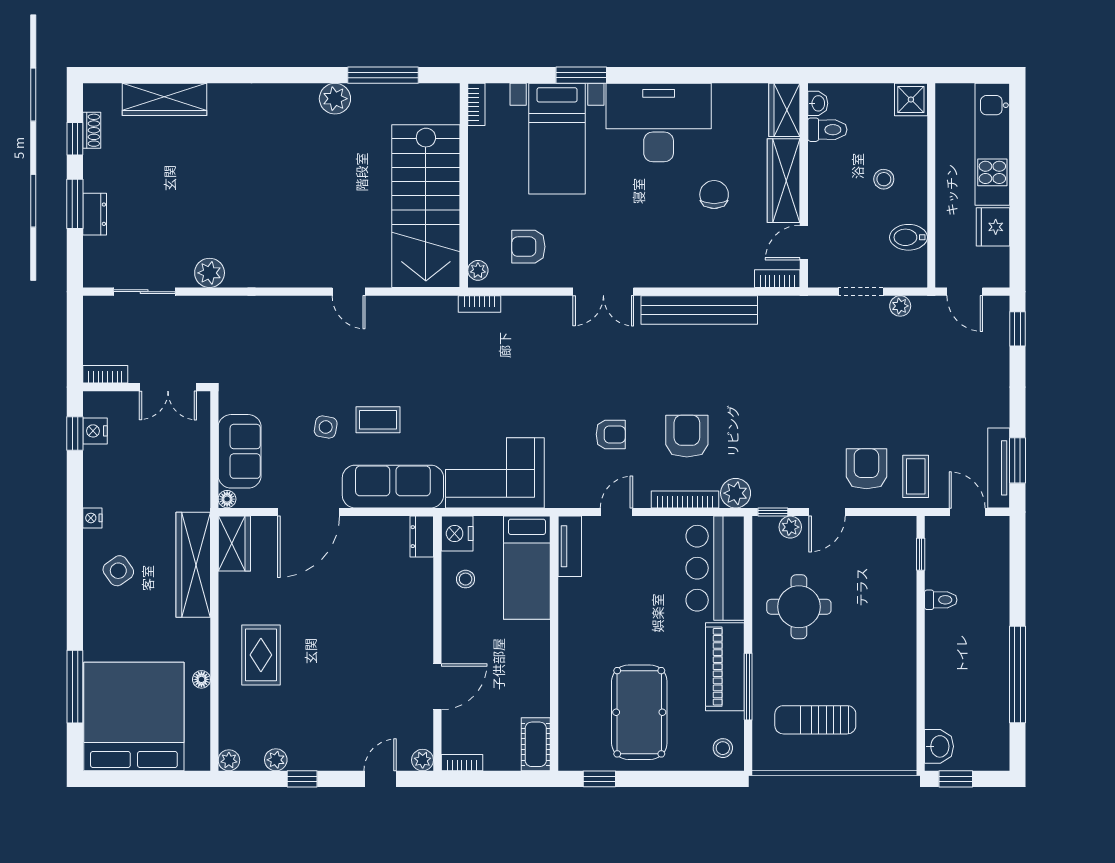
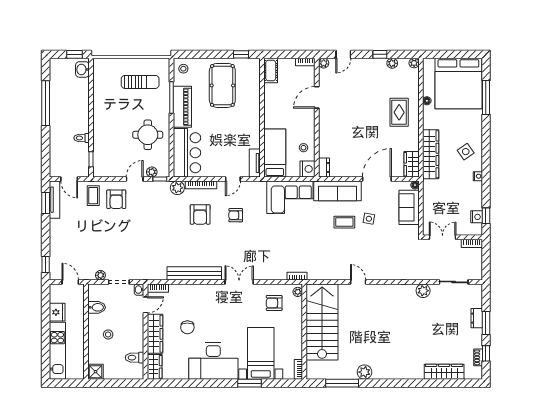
washbasin: (818, 103) -> (139, 290), moved
armchair: (528, 247) -> (274, 303), turned 180

